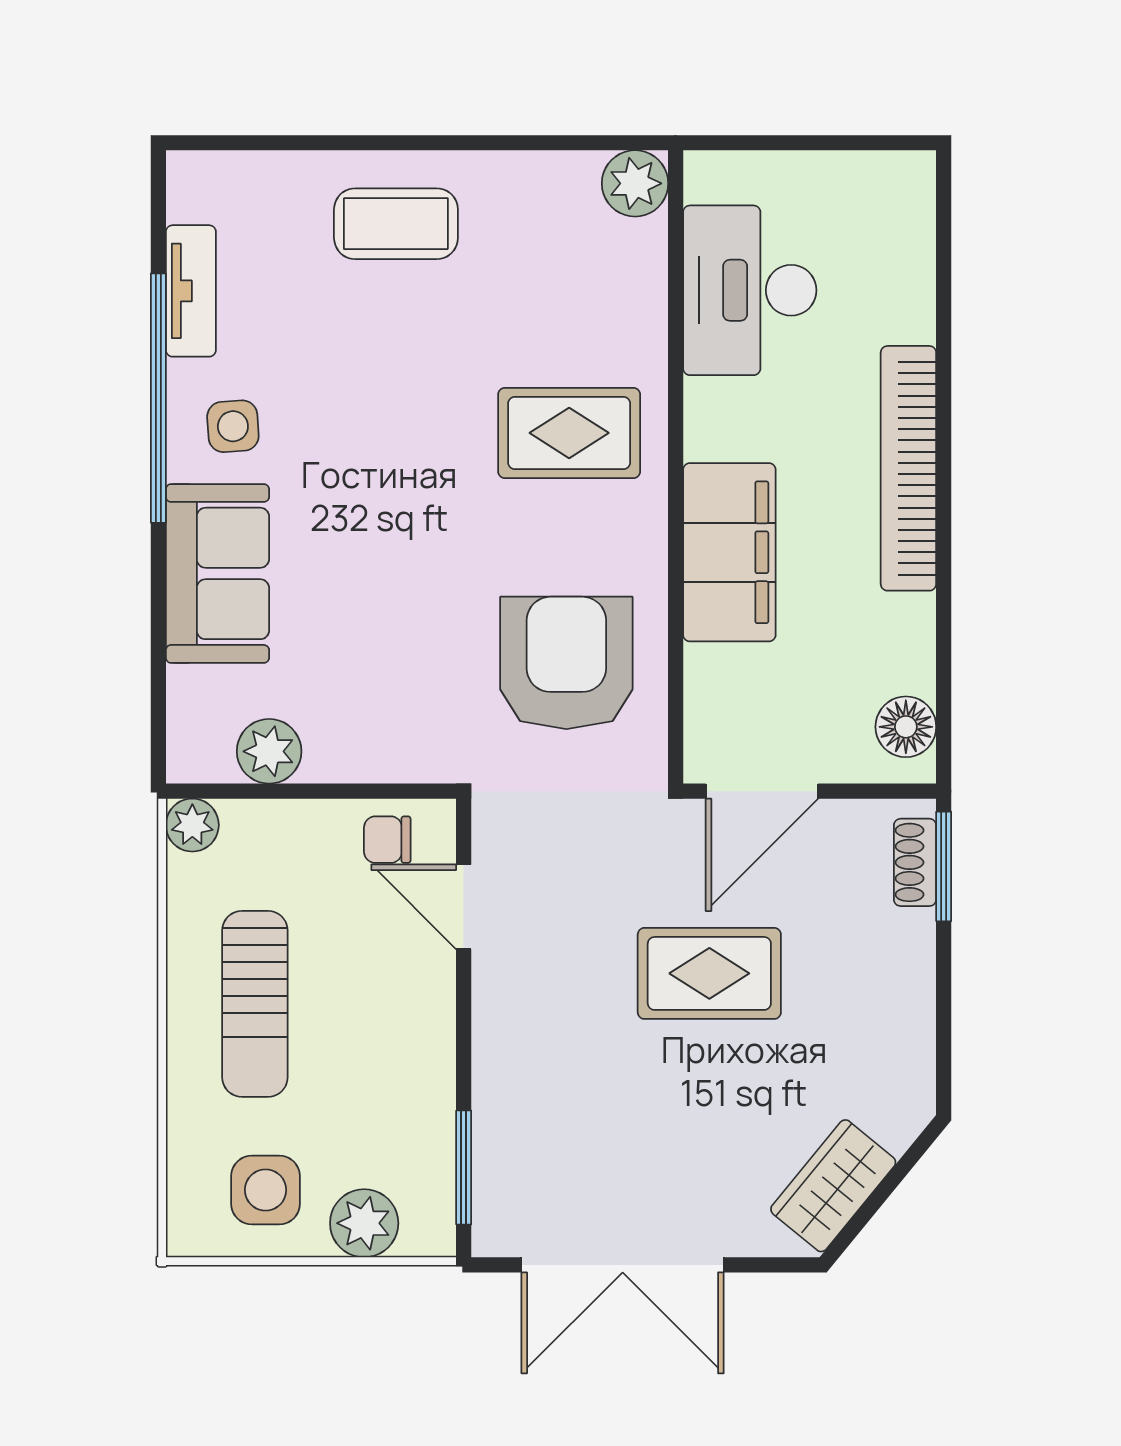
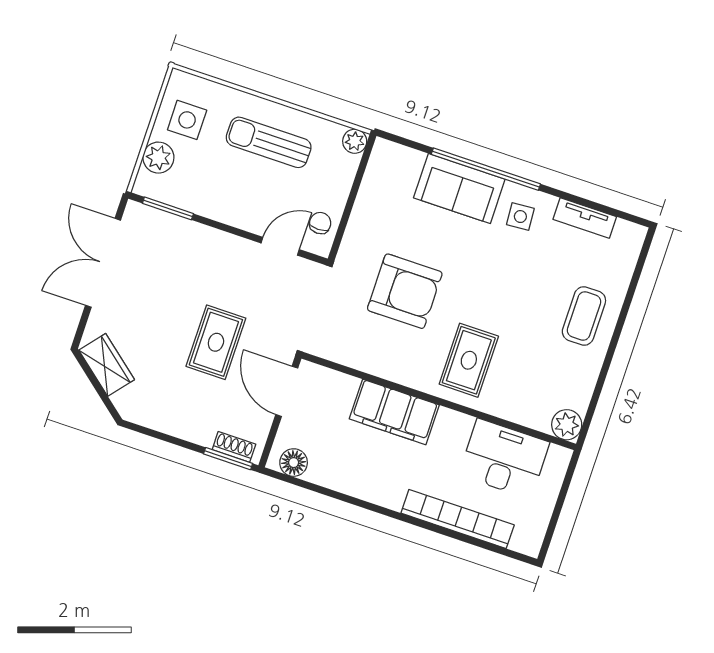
window: (158, 398) -> (486, 169), moved
bookcase: (908, 468) -> (458, 519), moved
armchair: (566, 663) -> (405, 291), moved
plant: (269, 751) -> (375, 185), removed

